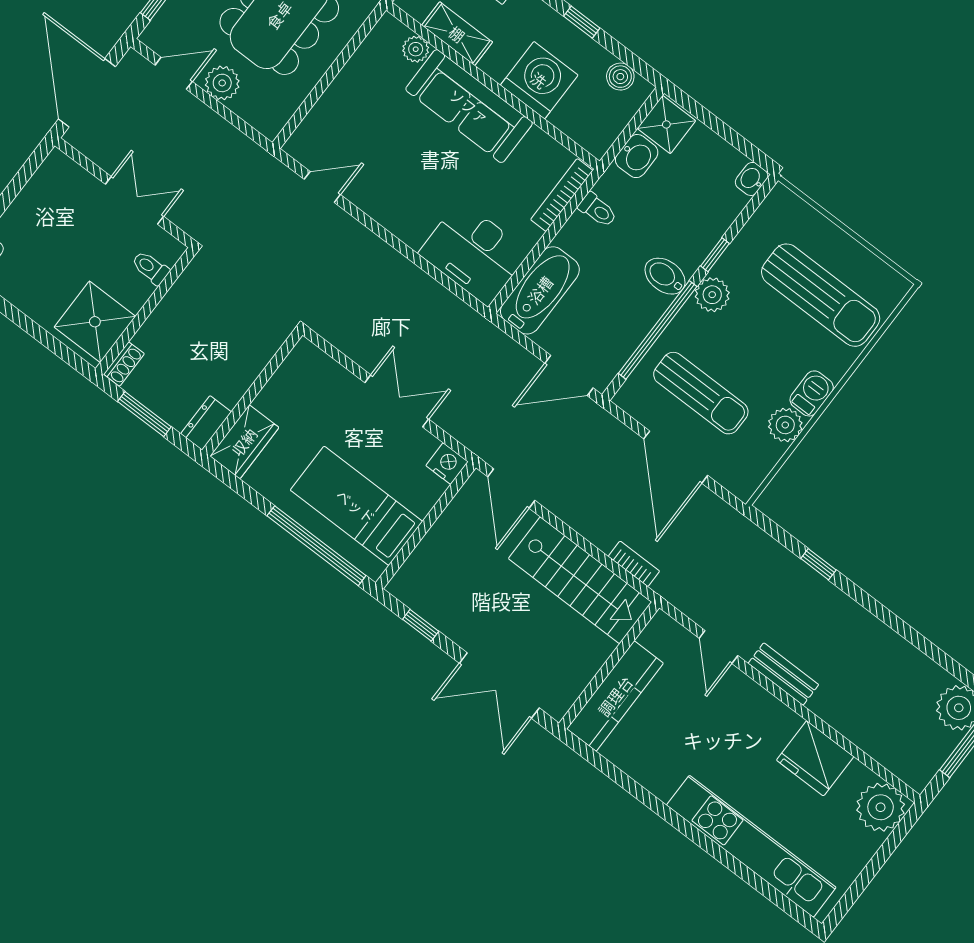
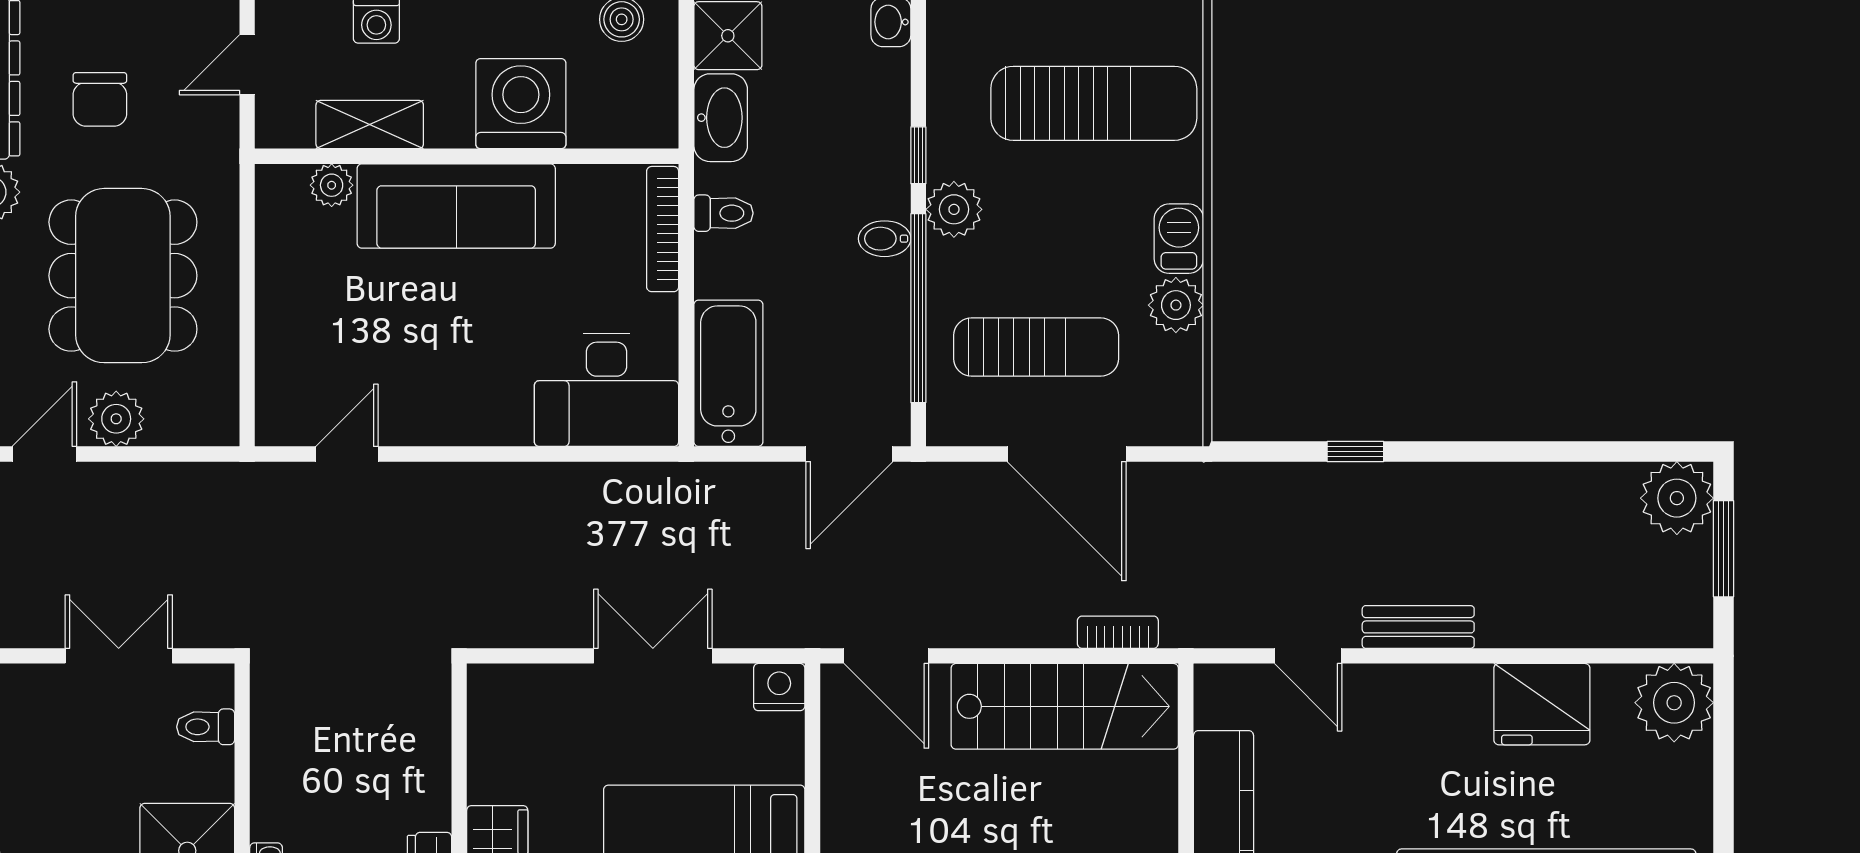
washbasin: (637, 156) -> (721, 118), width x1.38
bidet: (665, 276) -> (885, 239), width x0.72, depth x0.74

